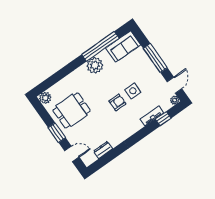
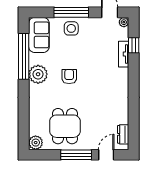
side table: (133, 91) -> (71, 28), moved
armchair: (117, 102) -> (69, 77), moved
window: (57, 133) -> (76, 155), width x1.44
dresser: (103, 150) -> (123, 134), moved

